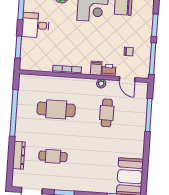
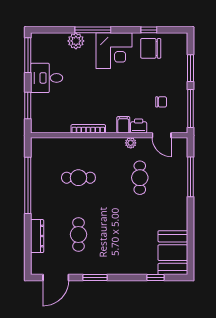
cafe table: (56, 109) -> (78, 178), width x0.73, depth x0.74
cafe table: (53, 156) -> (78, 234), turned 90

